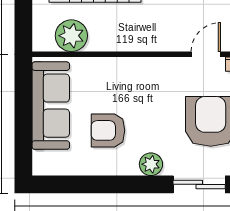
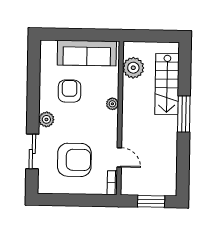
plant: (126, 66) -> (112, 104), added

